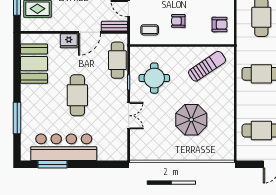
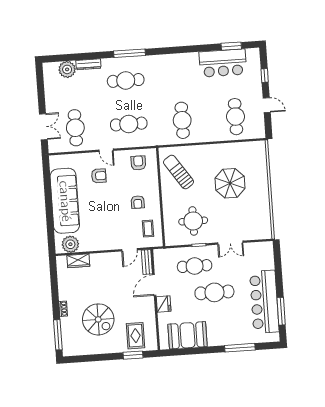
door: (90, 32) -> (154, 285), swing flipped
cafe table: (117, 60) -> (195, 266), moved
double door: (129, 116) -> (230, 243), swing flipped

